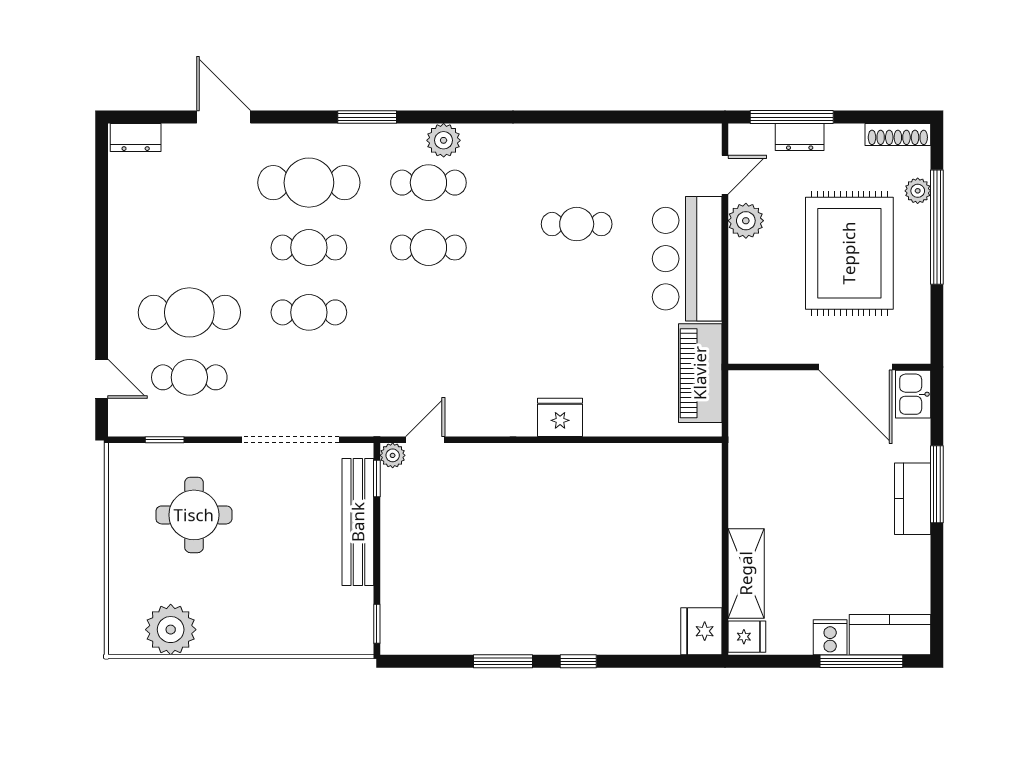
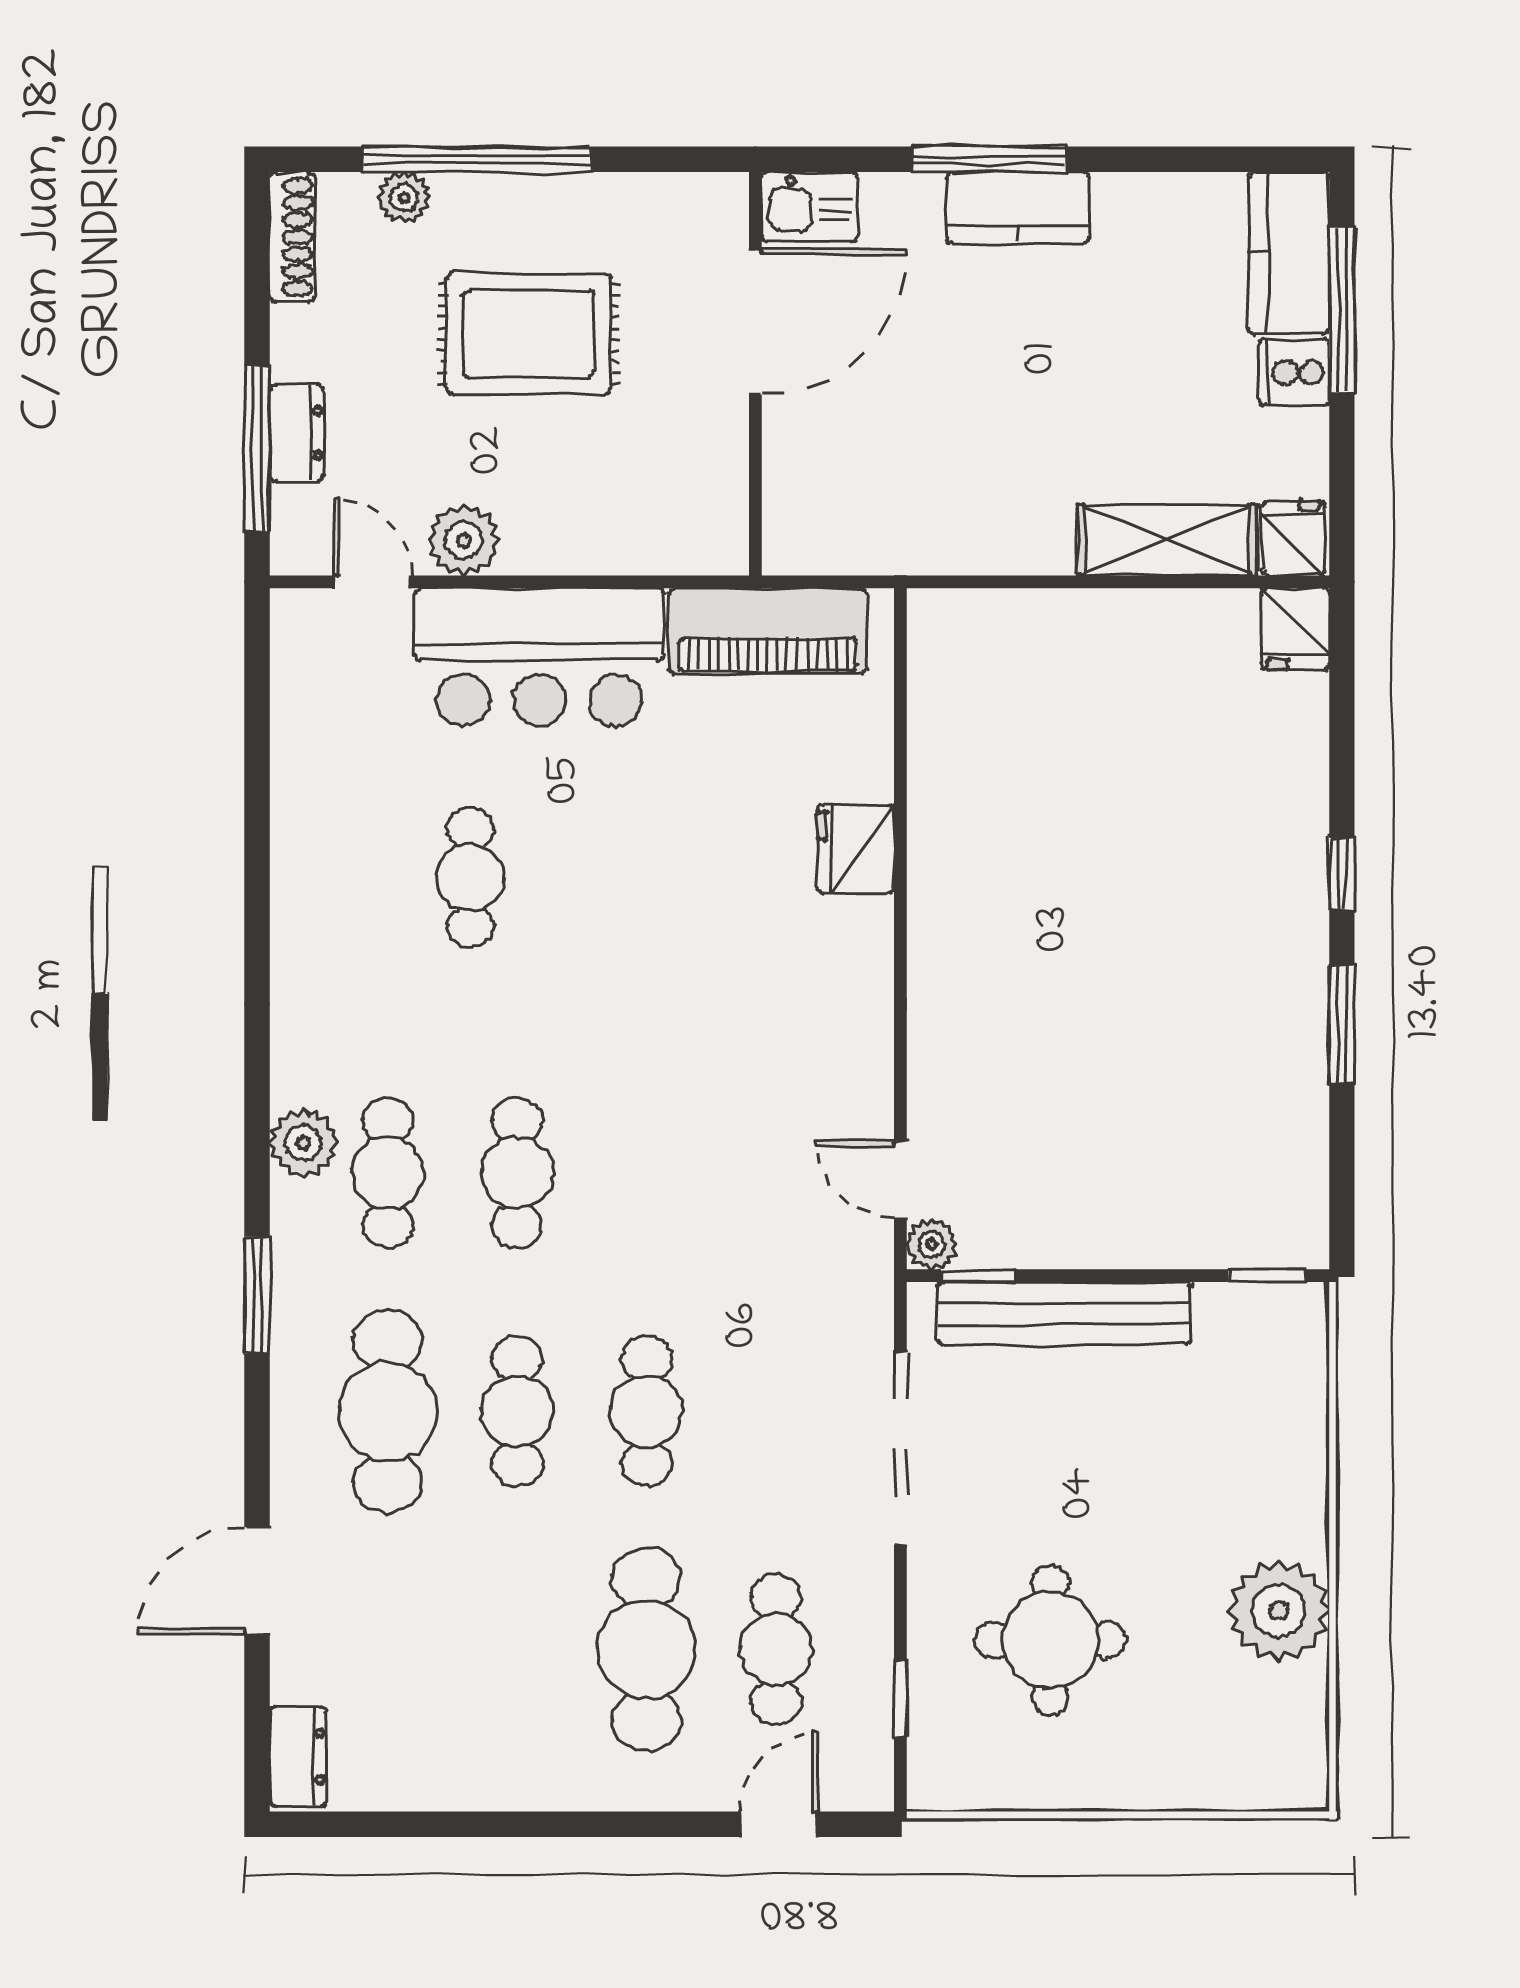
rug: (849, 253) -> (529, 334), width x0.73, depth x0.69
fridge: (560, 417) -> (856, 849), moved
plant: (171, 630) -> (1279, 1611), moved
fridge: (701, 631) -> (1295, 629), width x0.72

